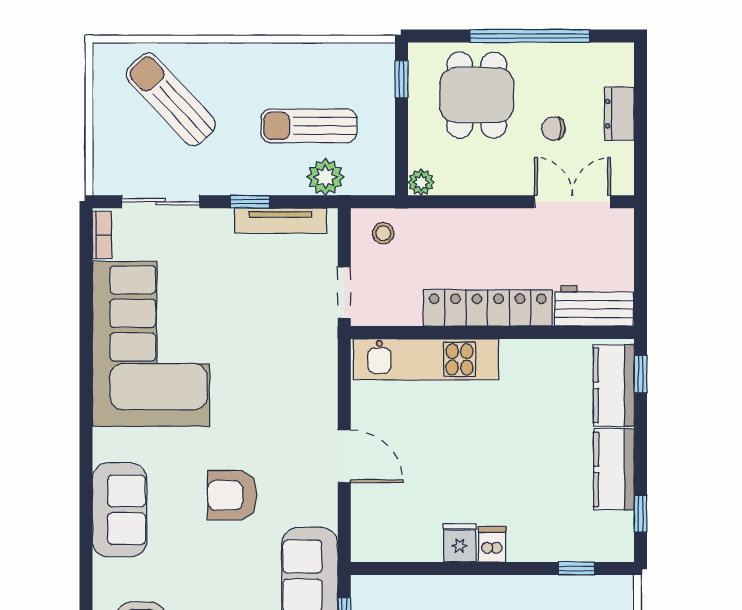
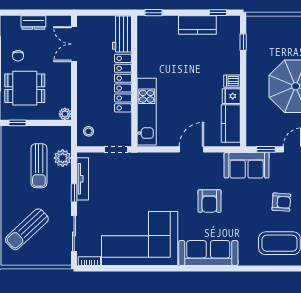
chair: (554, 129) -> (18, 56), moved
kitchen counter: (614, 385) -> (231, 124), moved, turned 90
sofa: (119, 510) -> (208, 253), width x1.36

